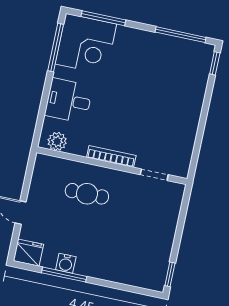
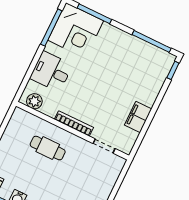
filing cabinet: (187, 130) -> (138, 117), added

